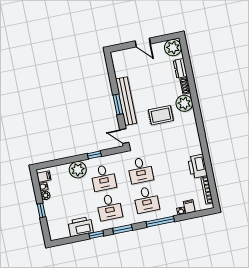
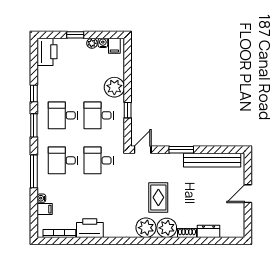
plant: (173, 48) -> (146, 228), moved
bench: (126, 101) -> (212, 160), moved
printer: (81, 227) -> (47, 52), moved

